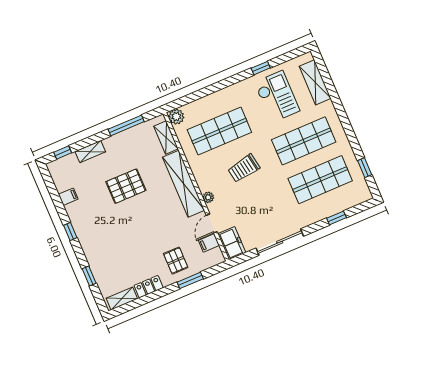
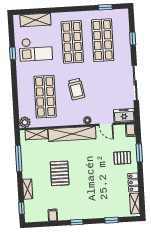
checkout: (277, 97) -> (36, 49), turned 180
filing cabinet: (209, 243) -> (131, 130), moved

